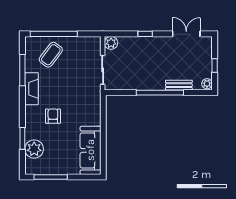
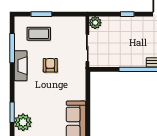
window: (54, 34) -> (41, 14), width x0.47
coffee table: (51, 55) -> (39, 34), turned 53
armchair: (53, 116) -> (50, 65), moved

